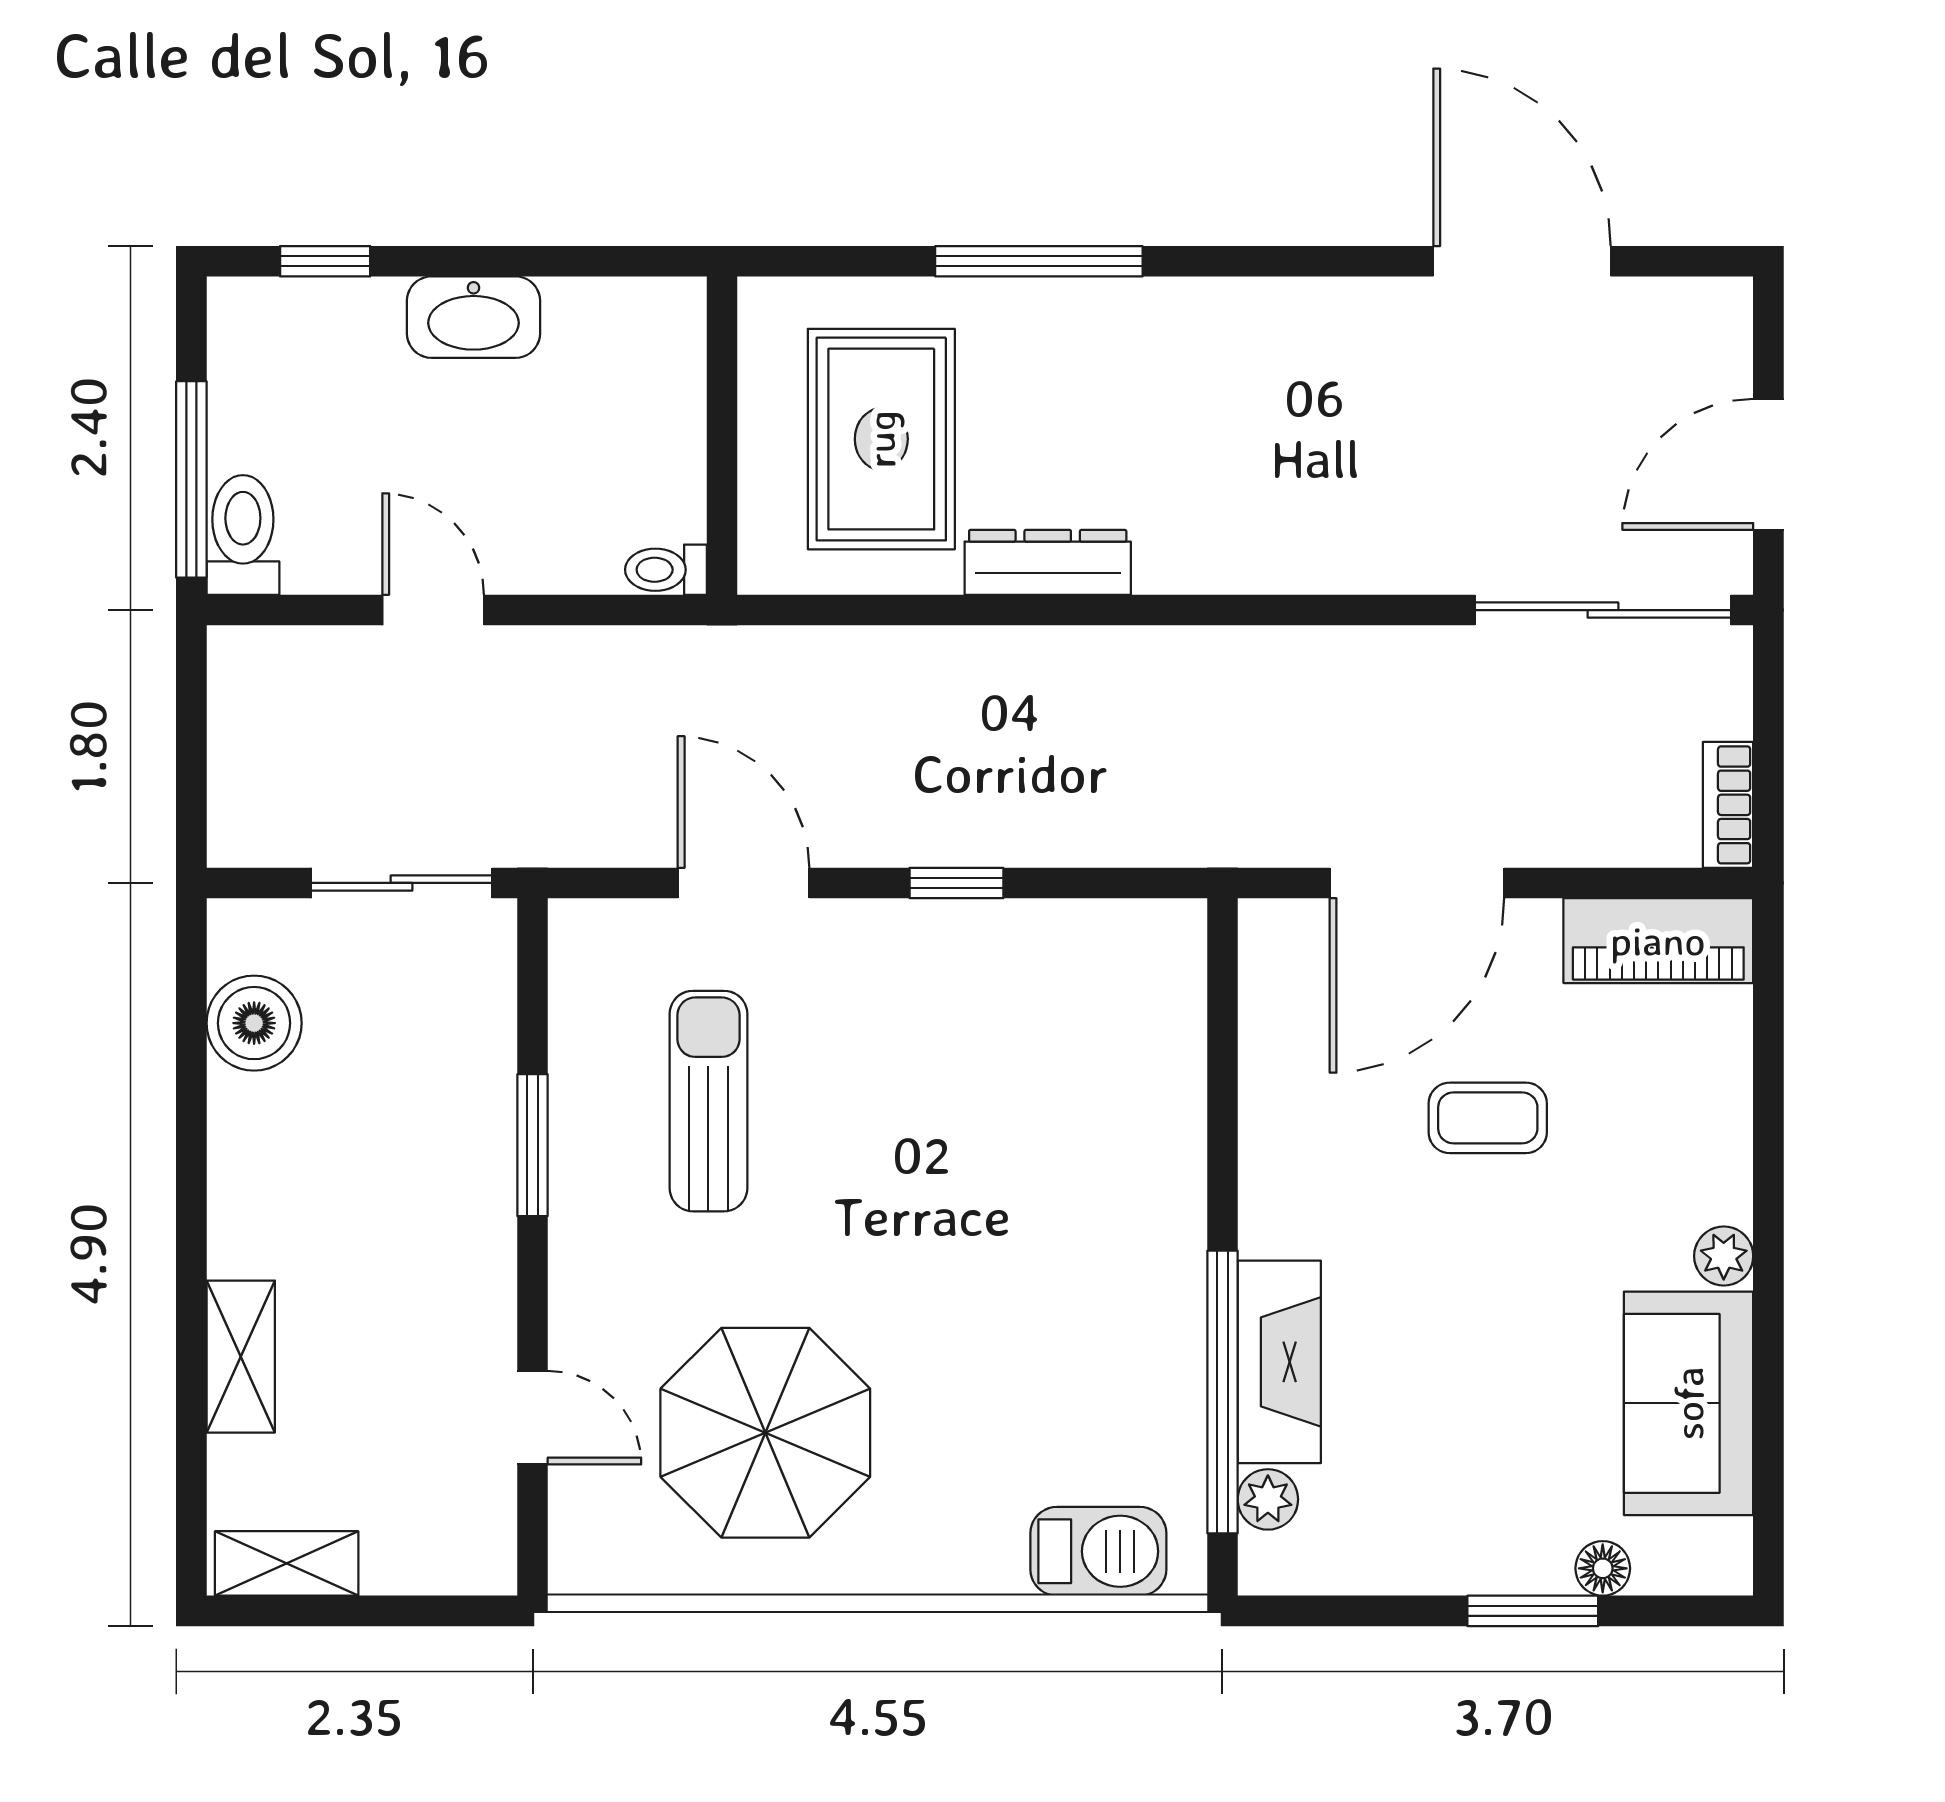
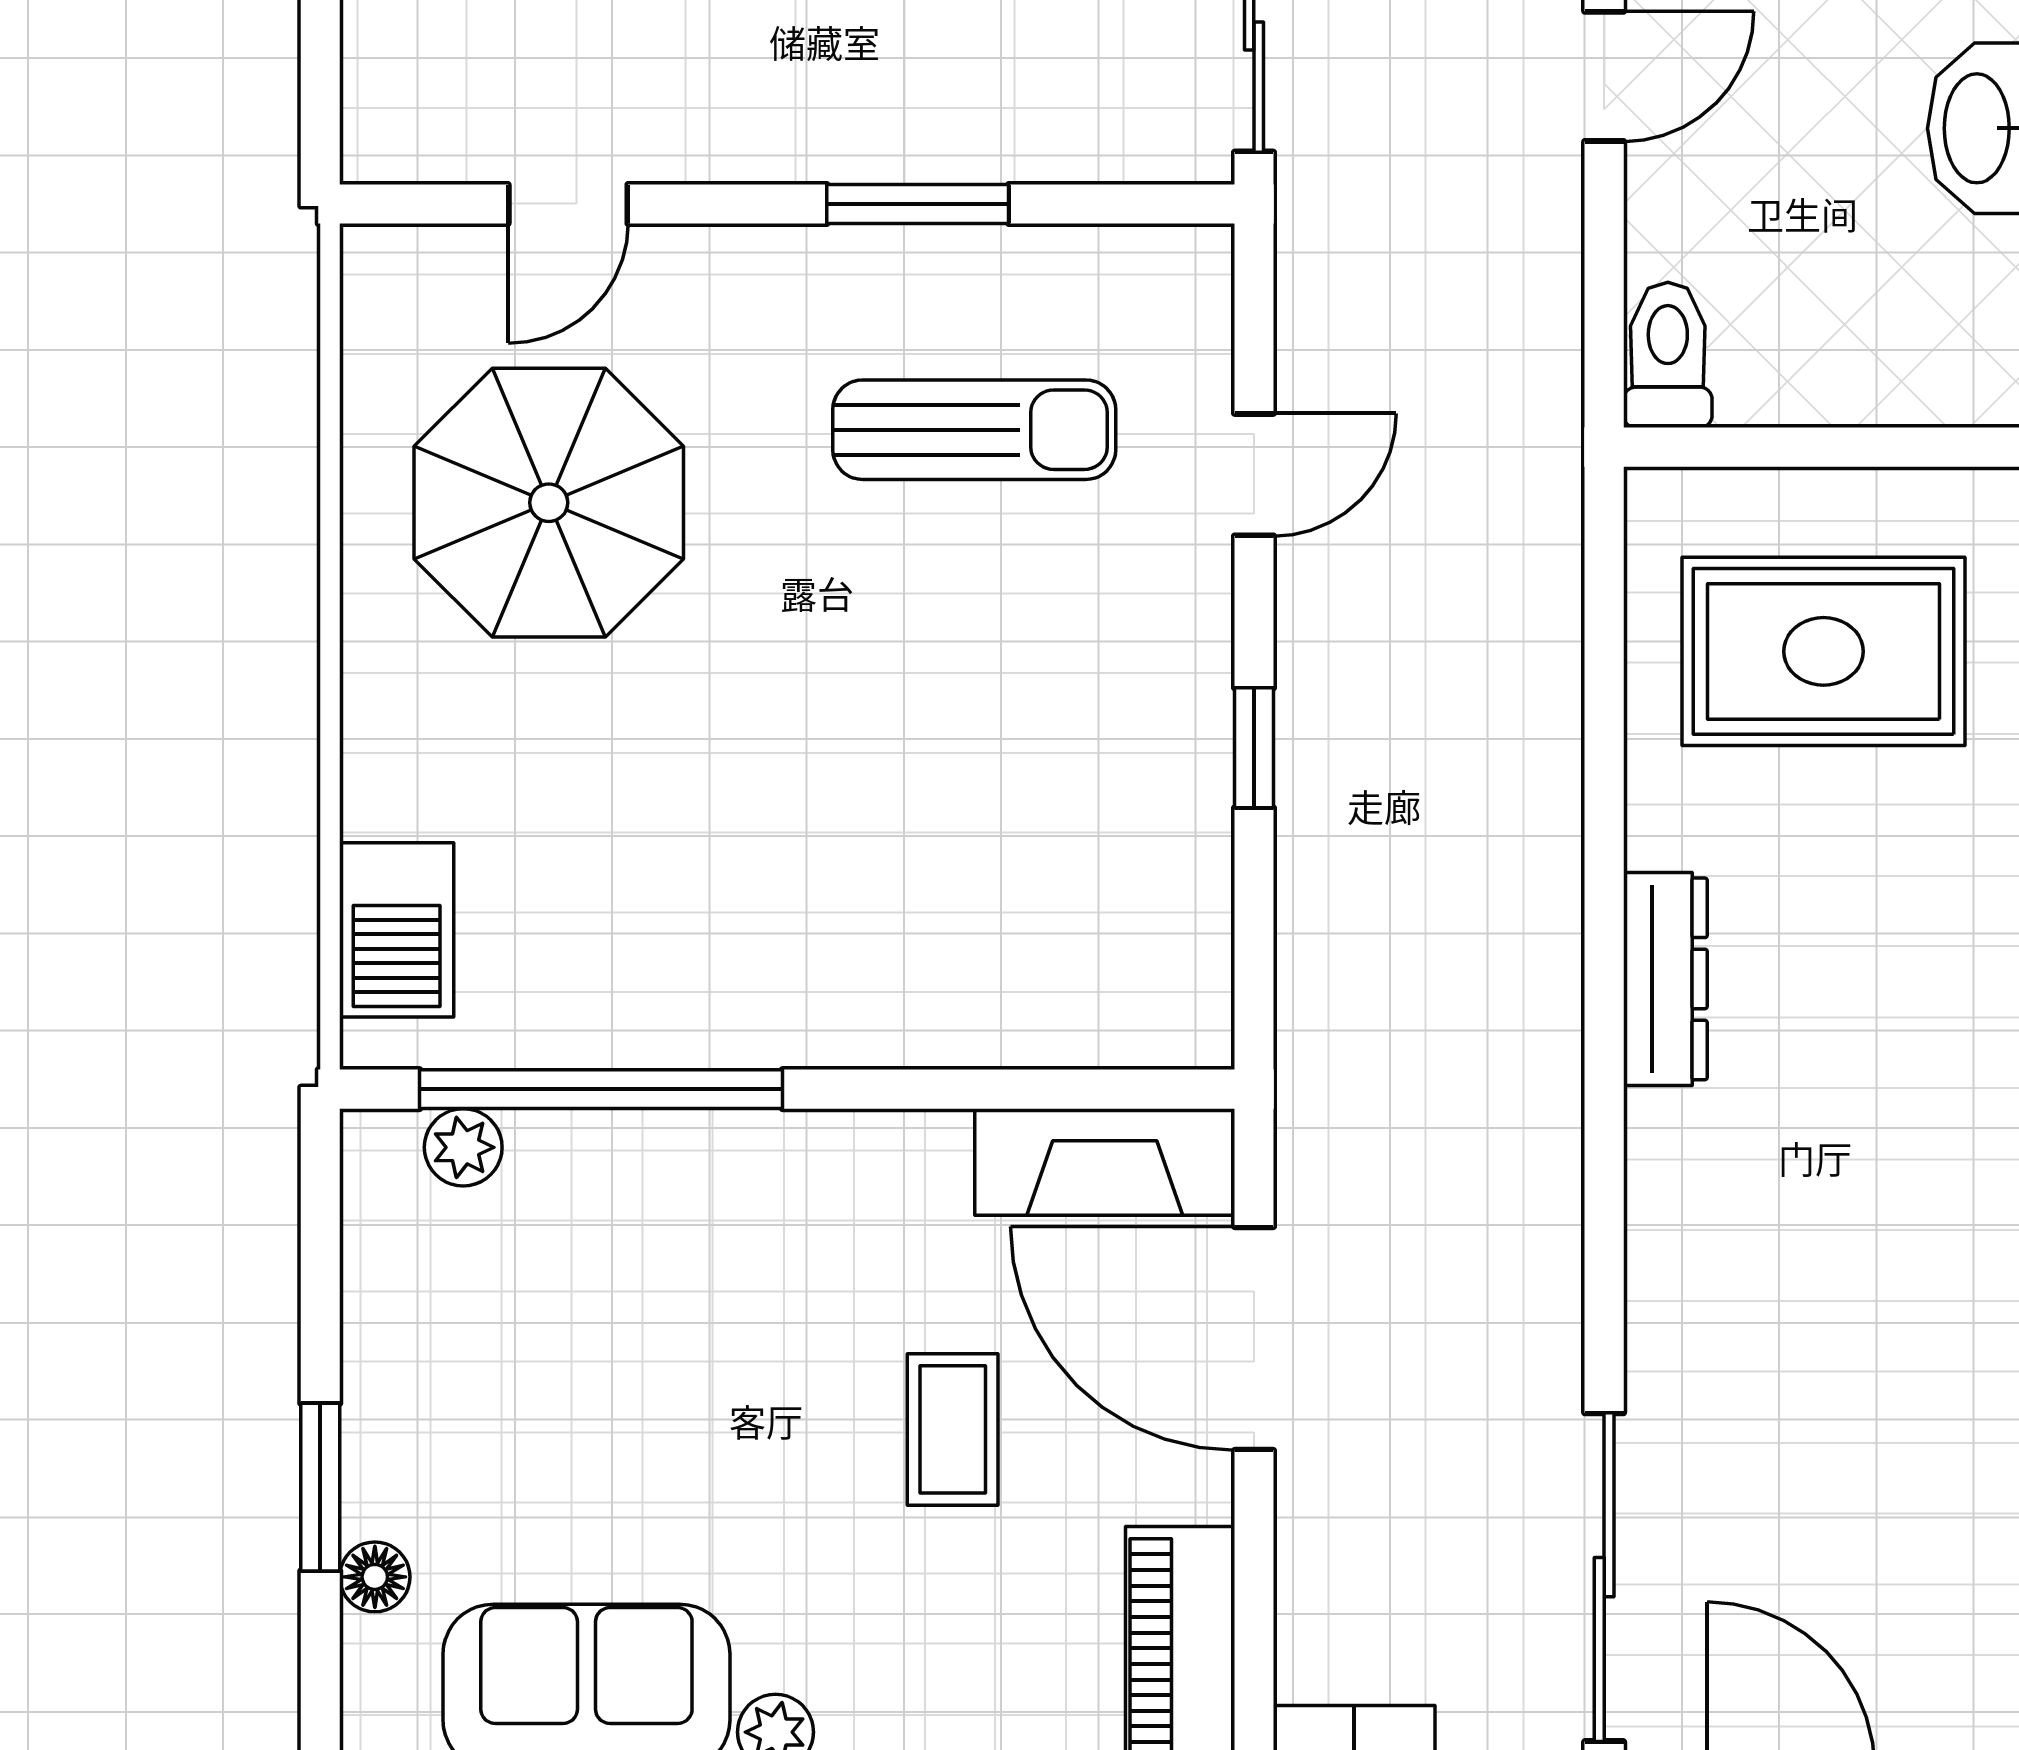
dresser: (1048, 562) -> (1665, 979), moved
toilet: (666, 570) -> (1668, 355), width x1.37, depth x1.39
door: (744, 883) -> (1254, 475), width x0.73
fireplace: (1279, 1362) -> (1105, 1162), moved

